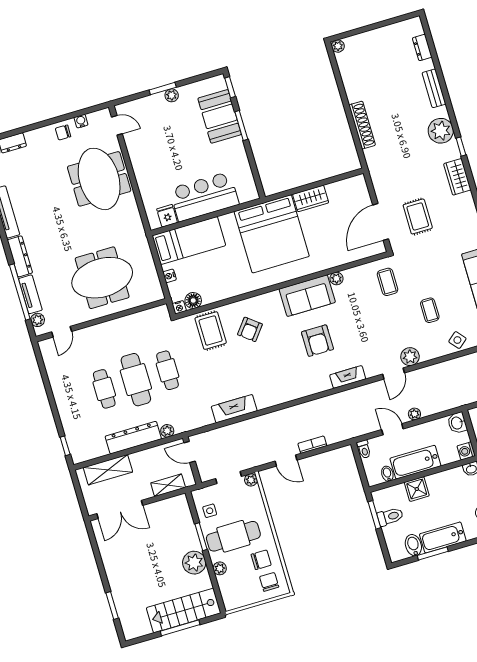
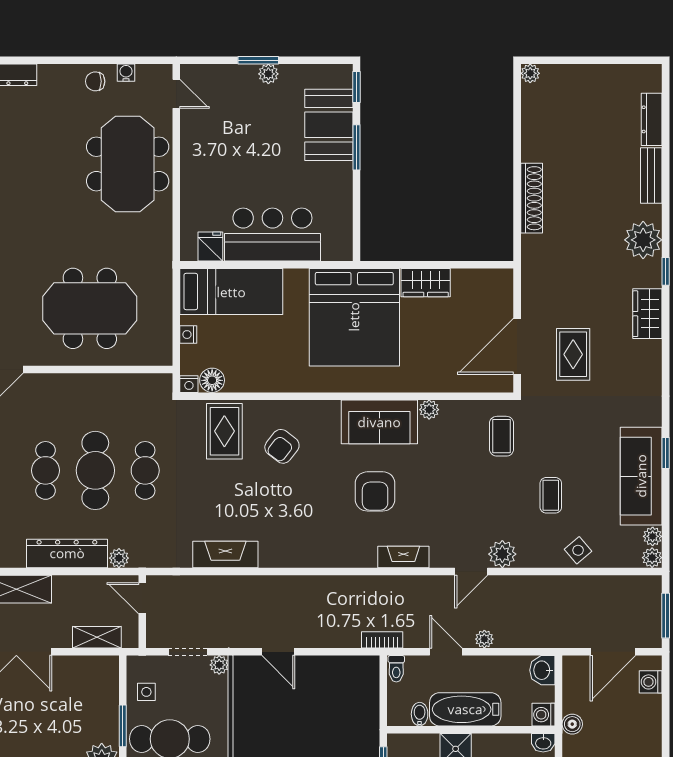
dresser: (422, 48) -> (652, 119), width x1.44
bookcase: (312, 445) -> (382, 640), moved

